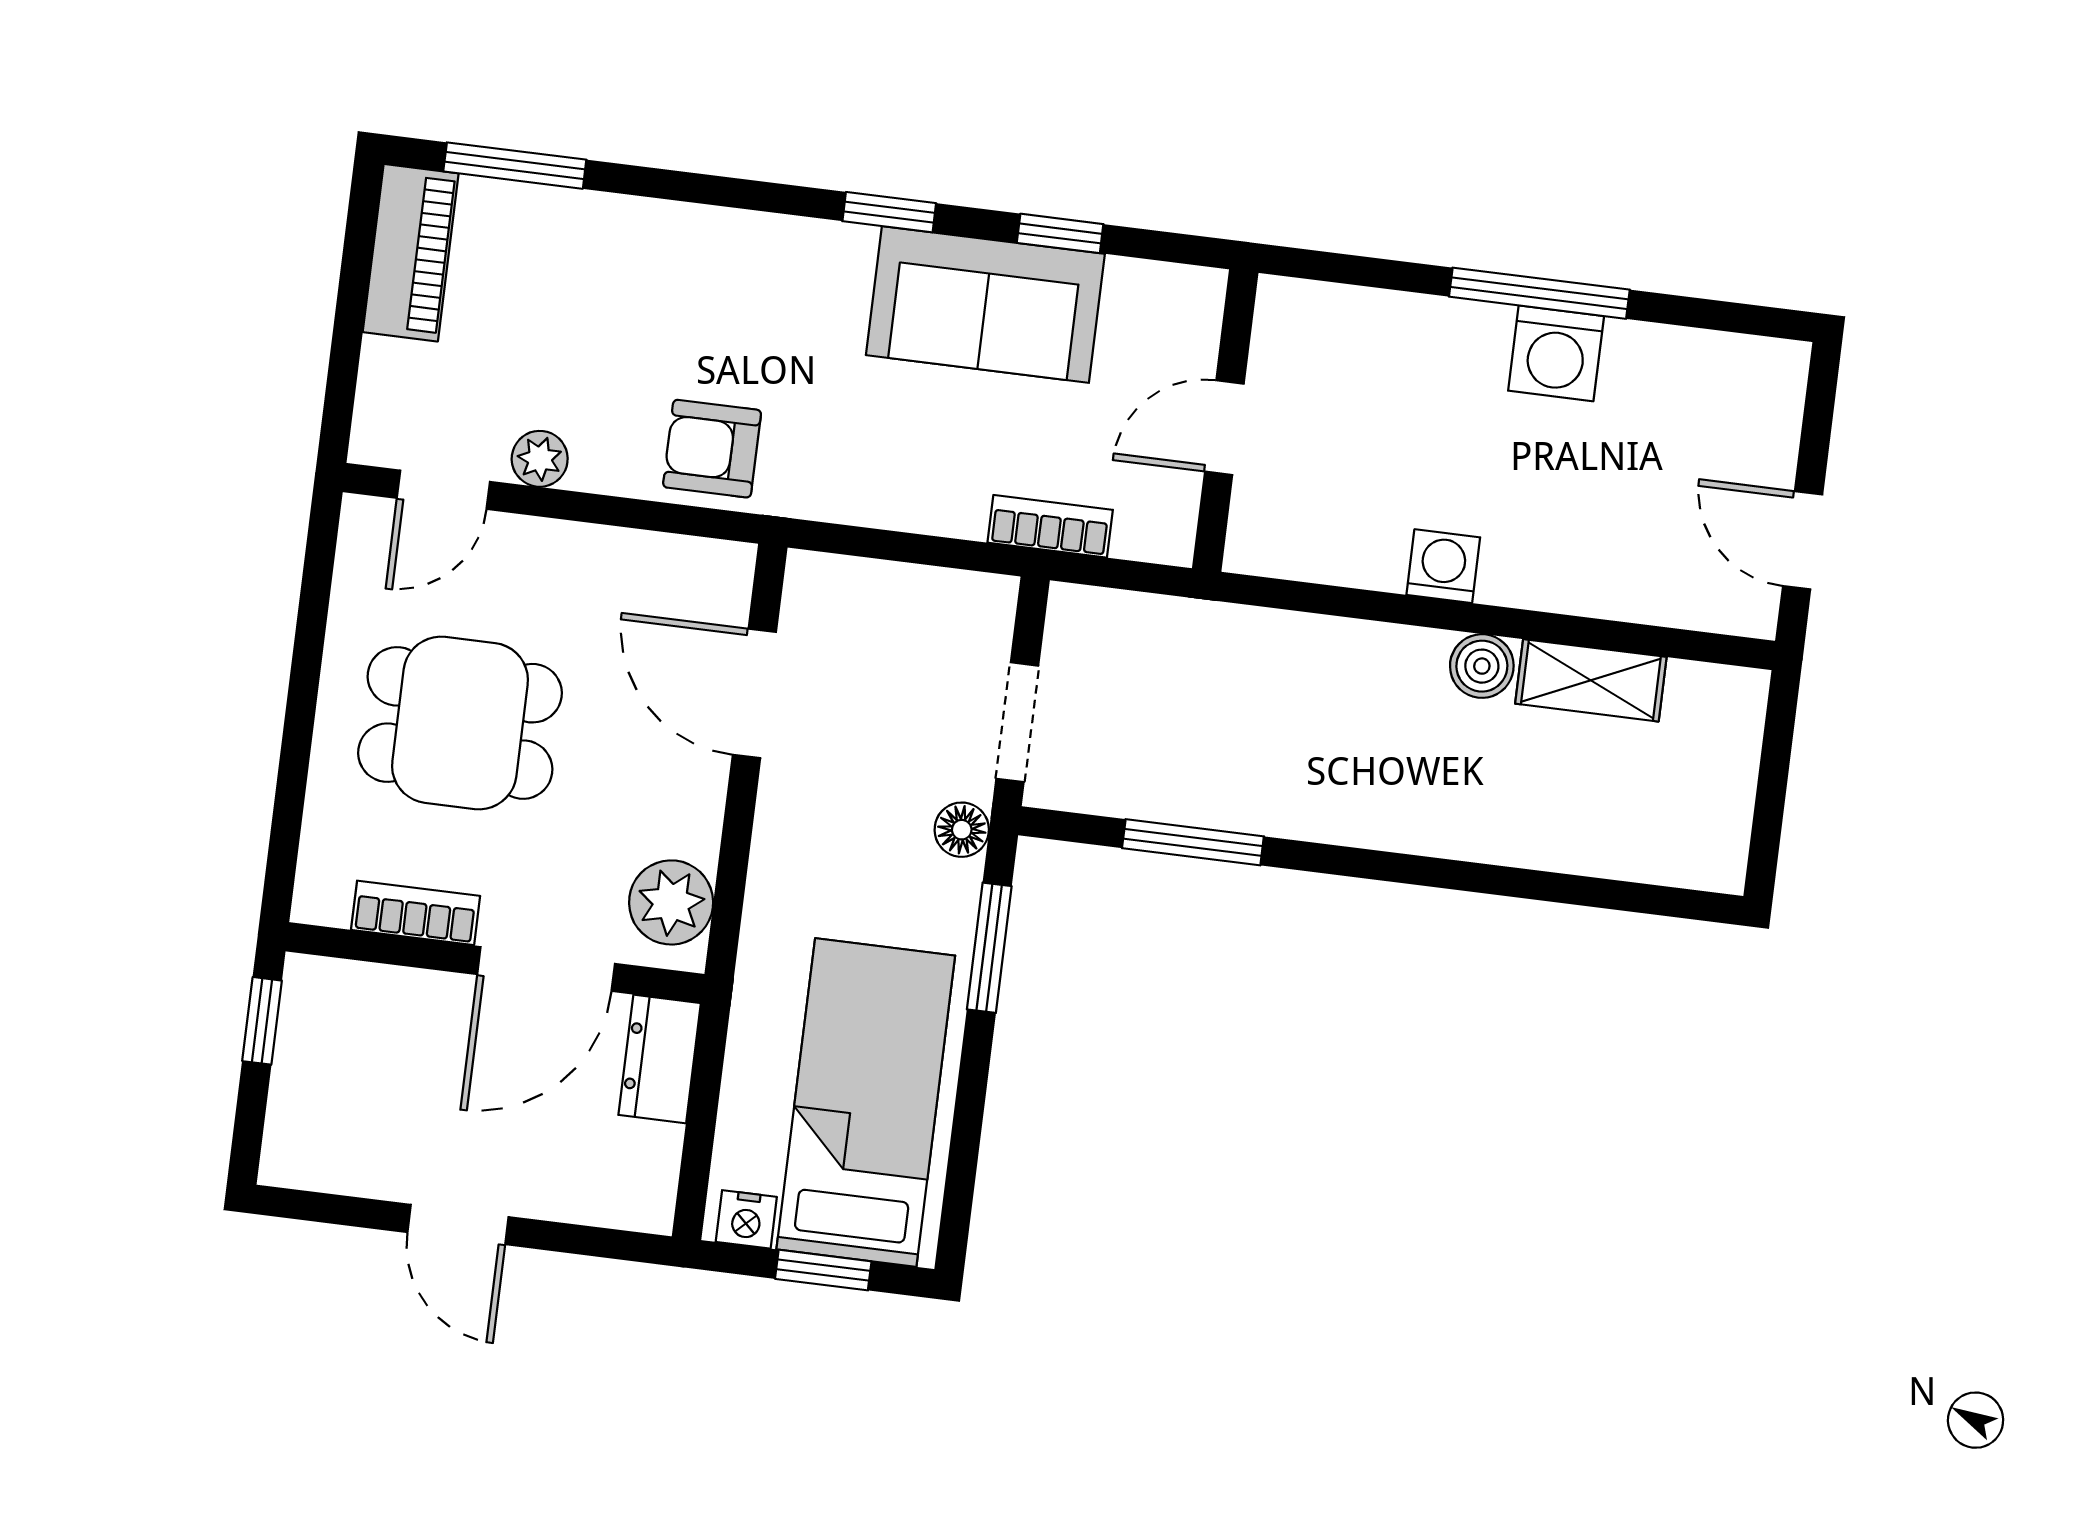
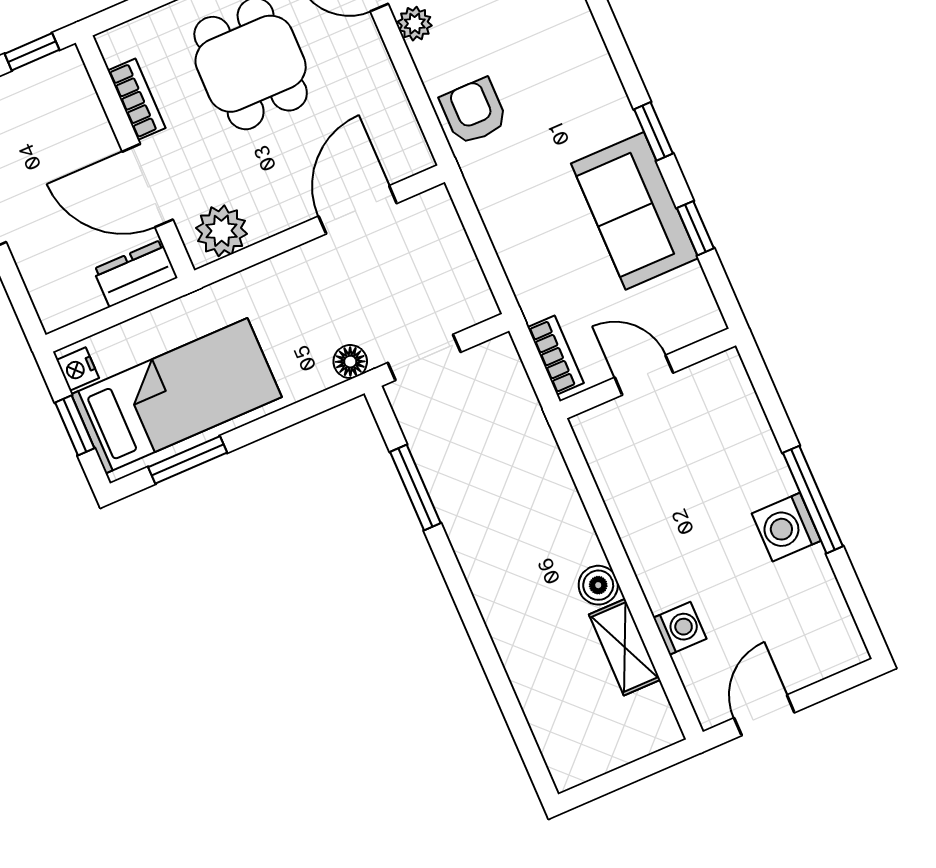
bookcase: (1050, 526) -> (556, 355), moved
washing machine: (1443, 566) -> (680, 628), moved
window: (989, 948) -> (188, 460), moved

